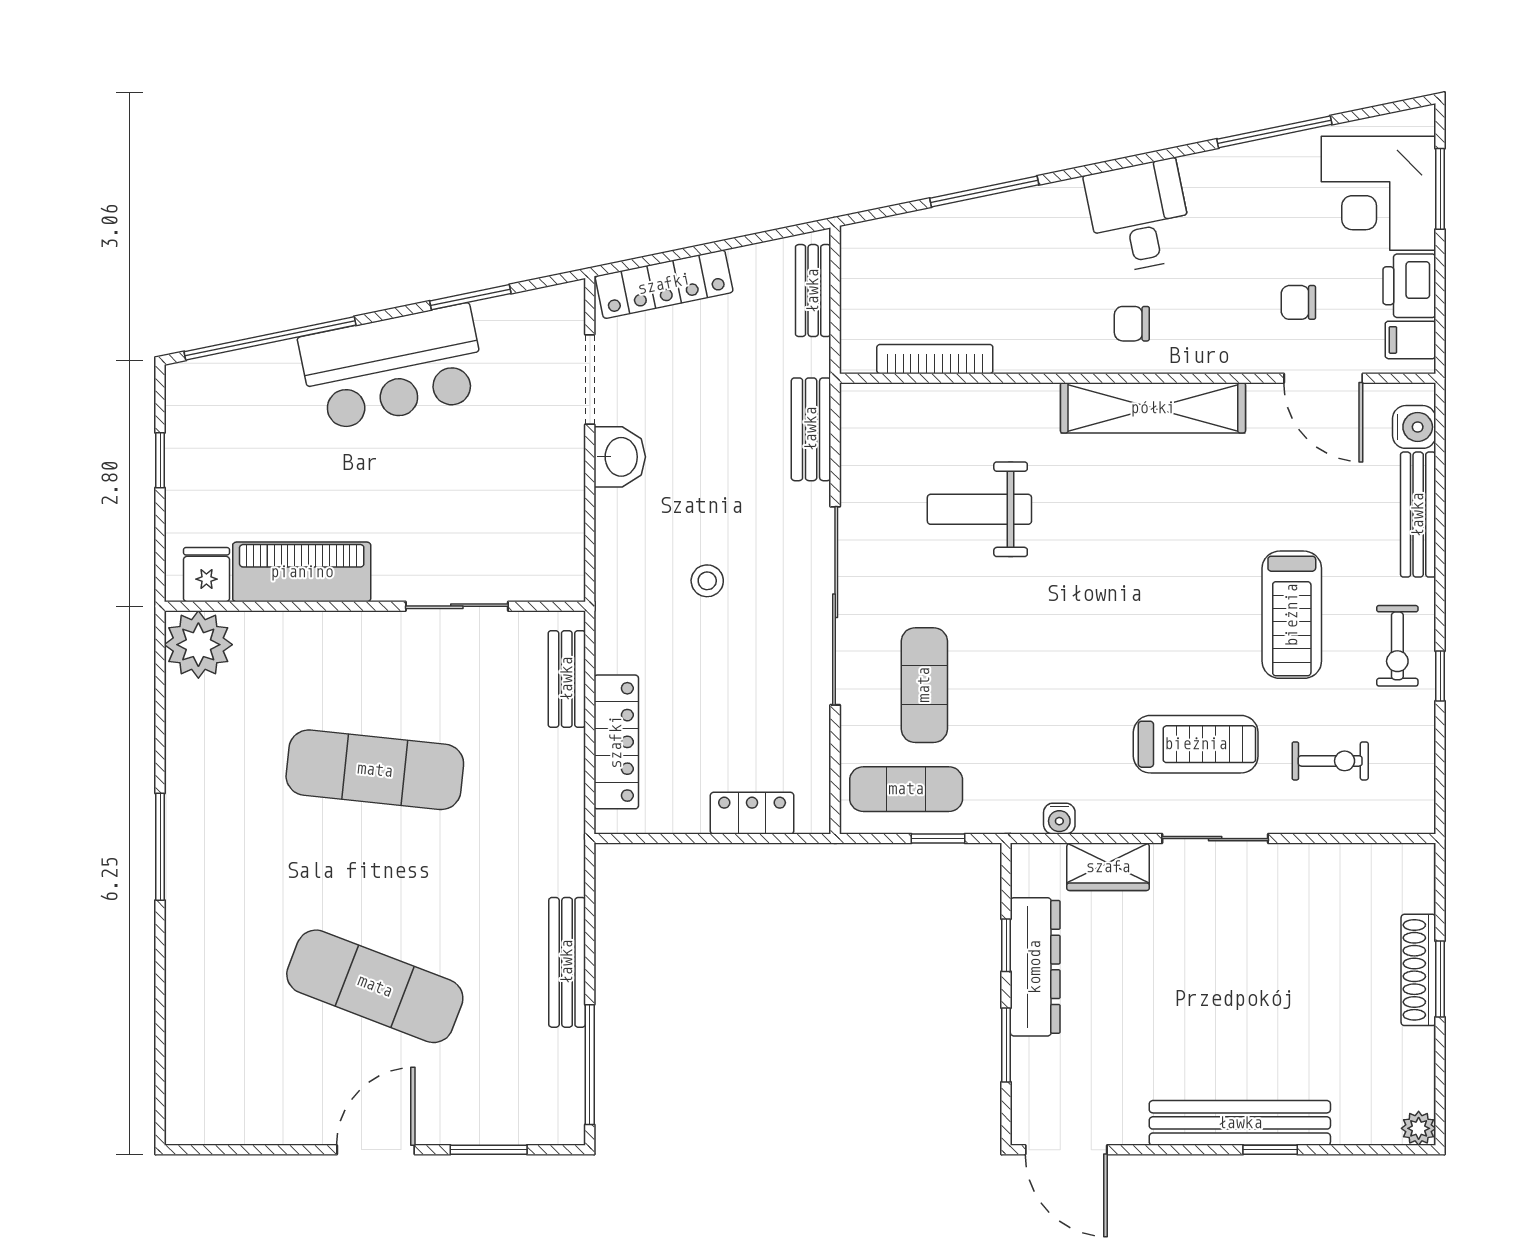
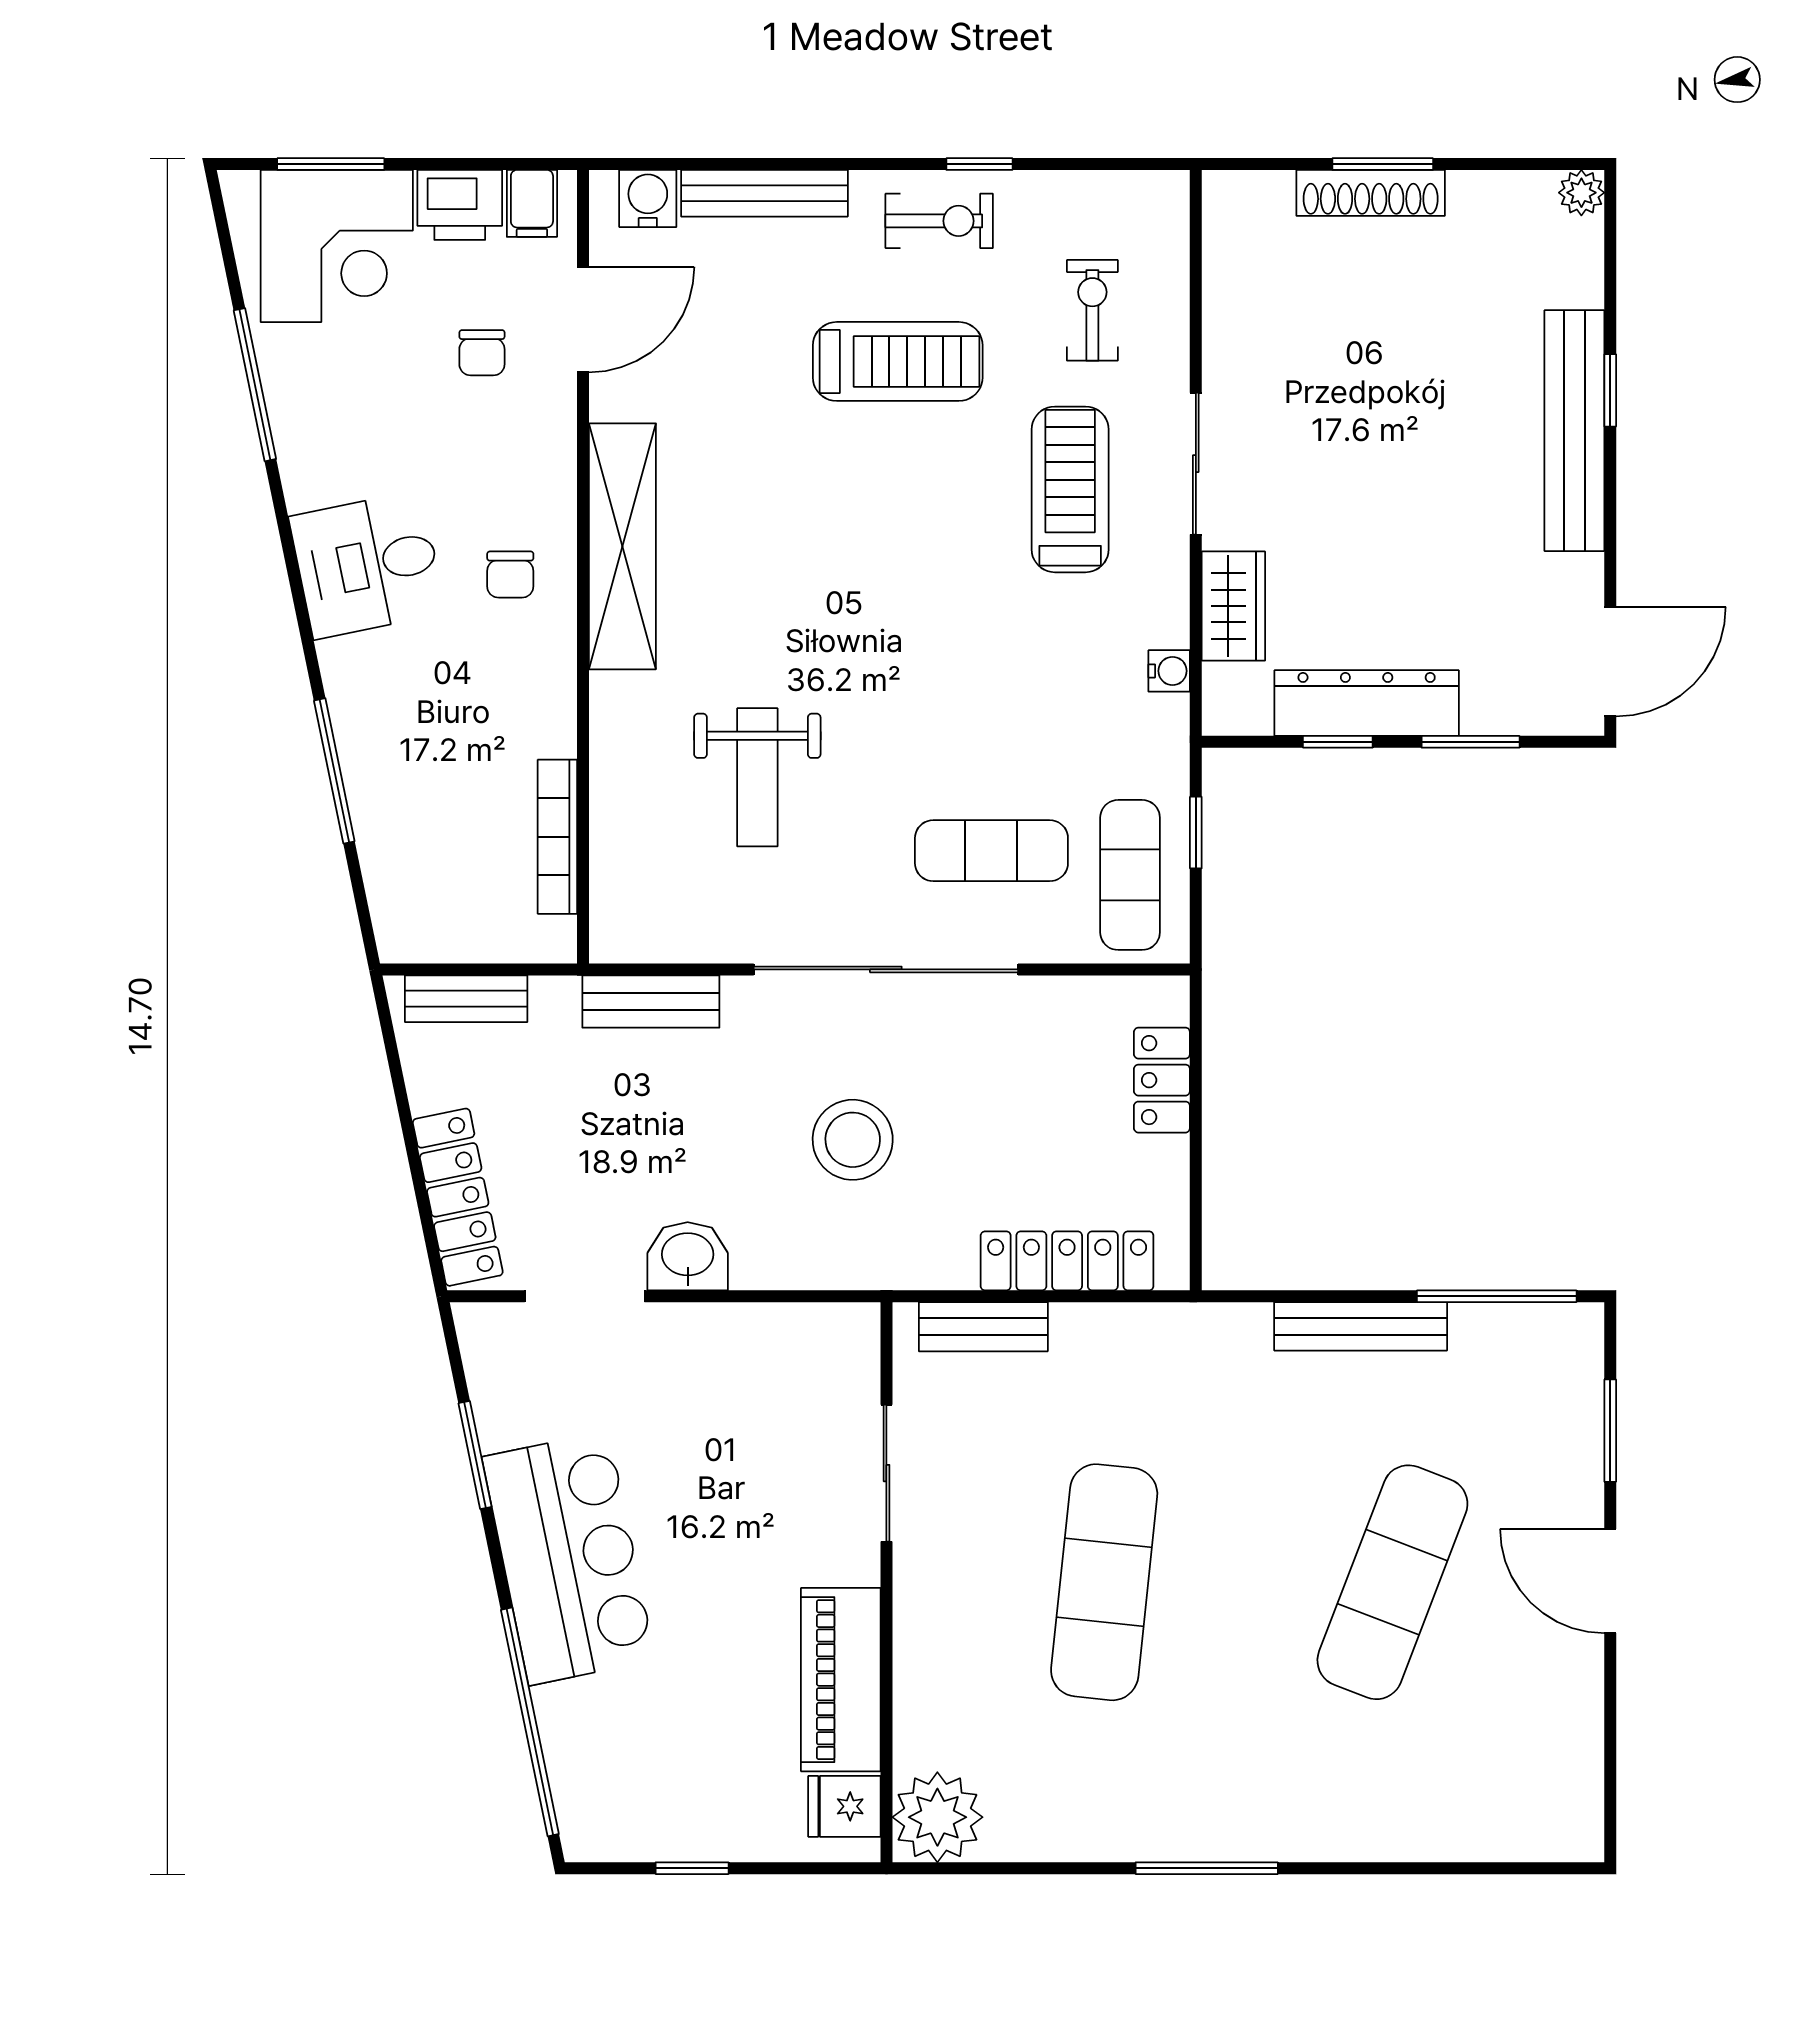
stool: (707, 581) -> (853, 1140), width x1.89, depth x1.89

